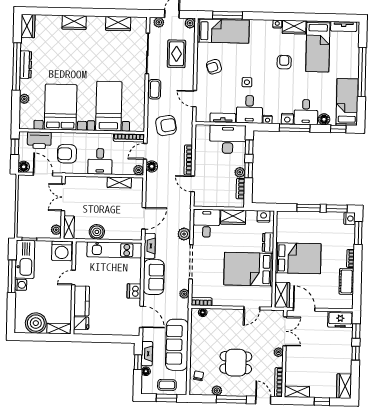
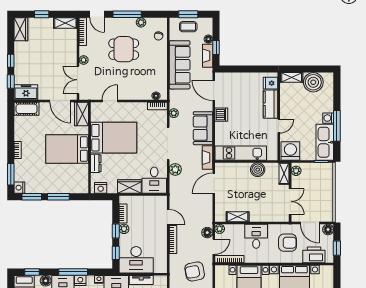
cot: (347, 281) -> (27, 109), moved, turned 90

